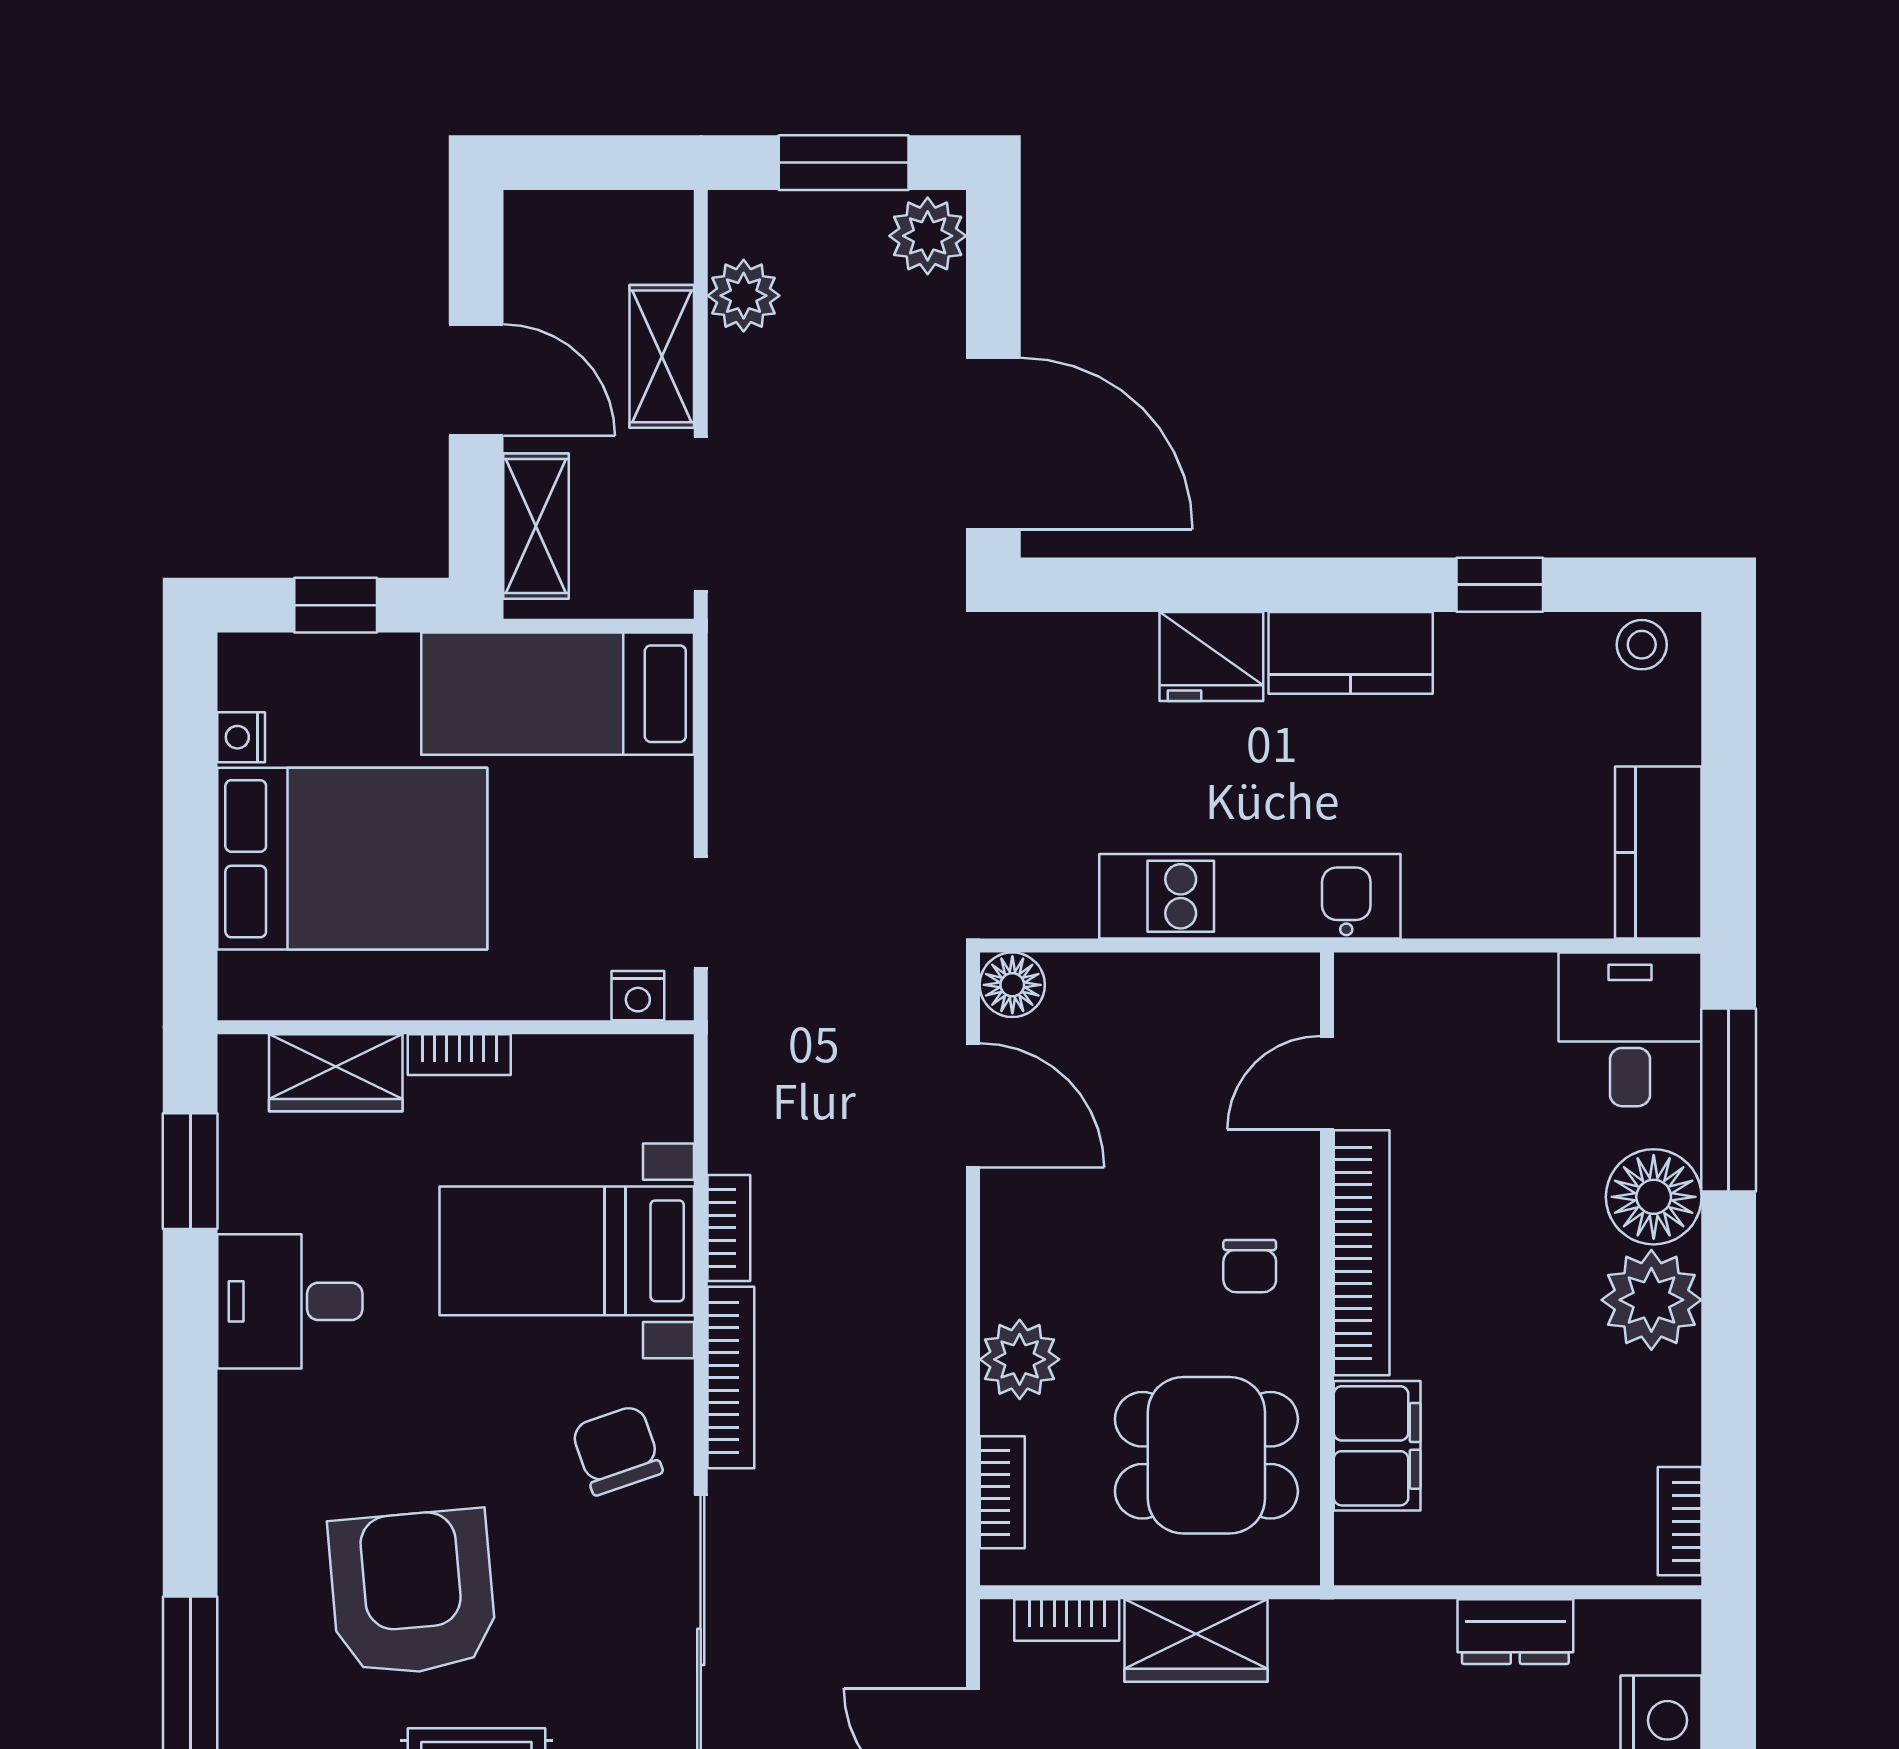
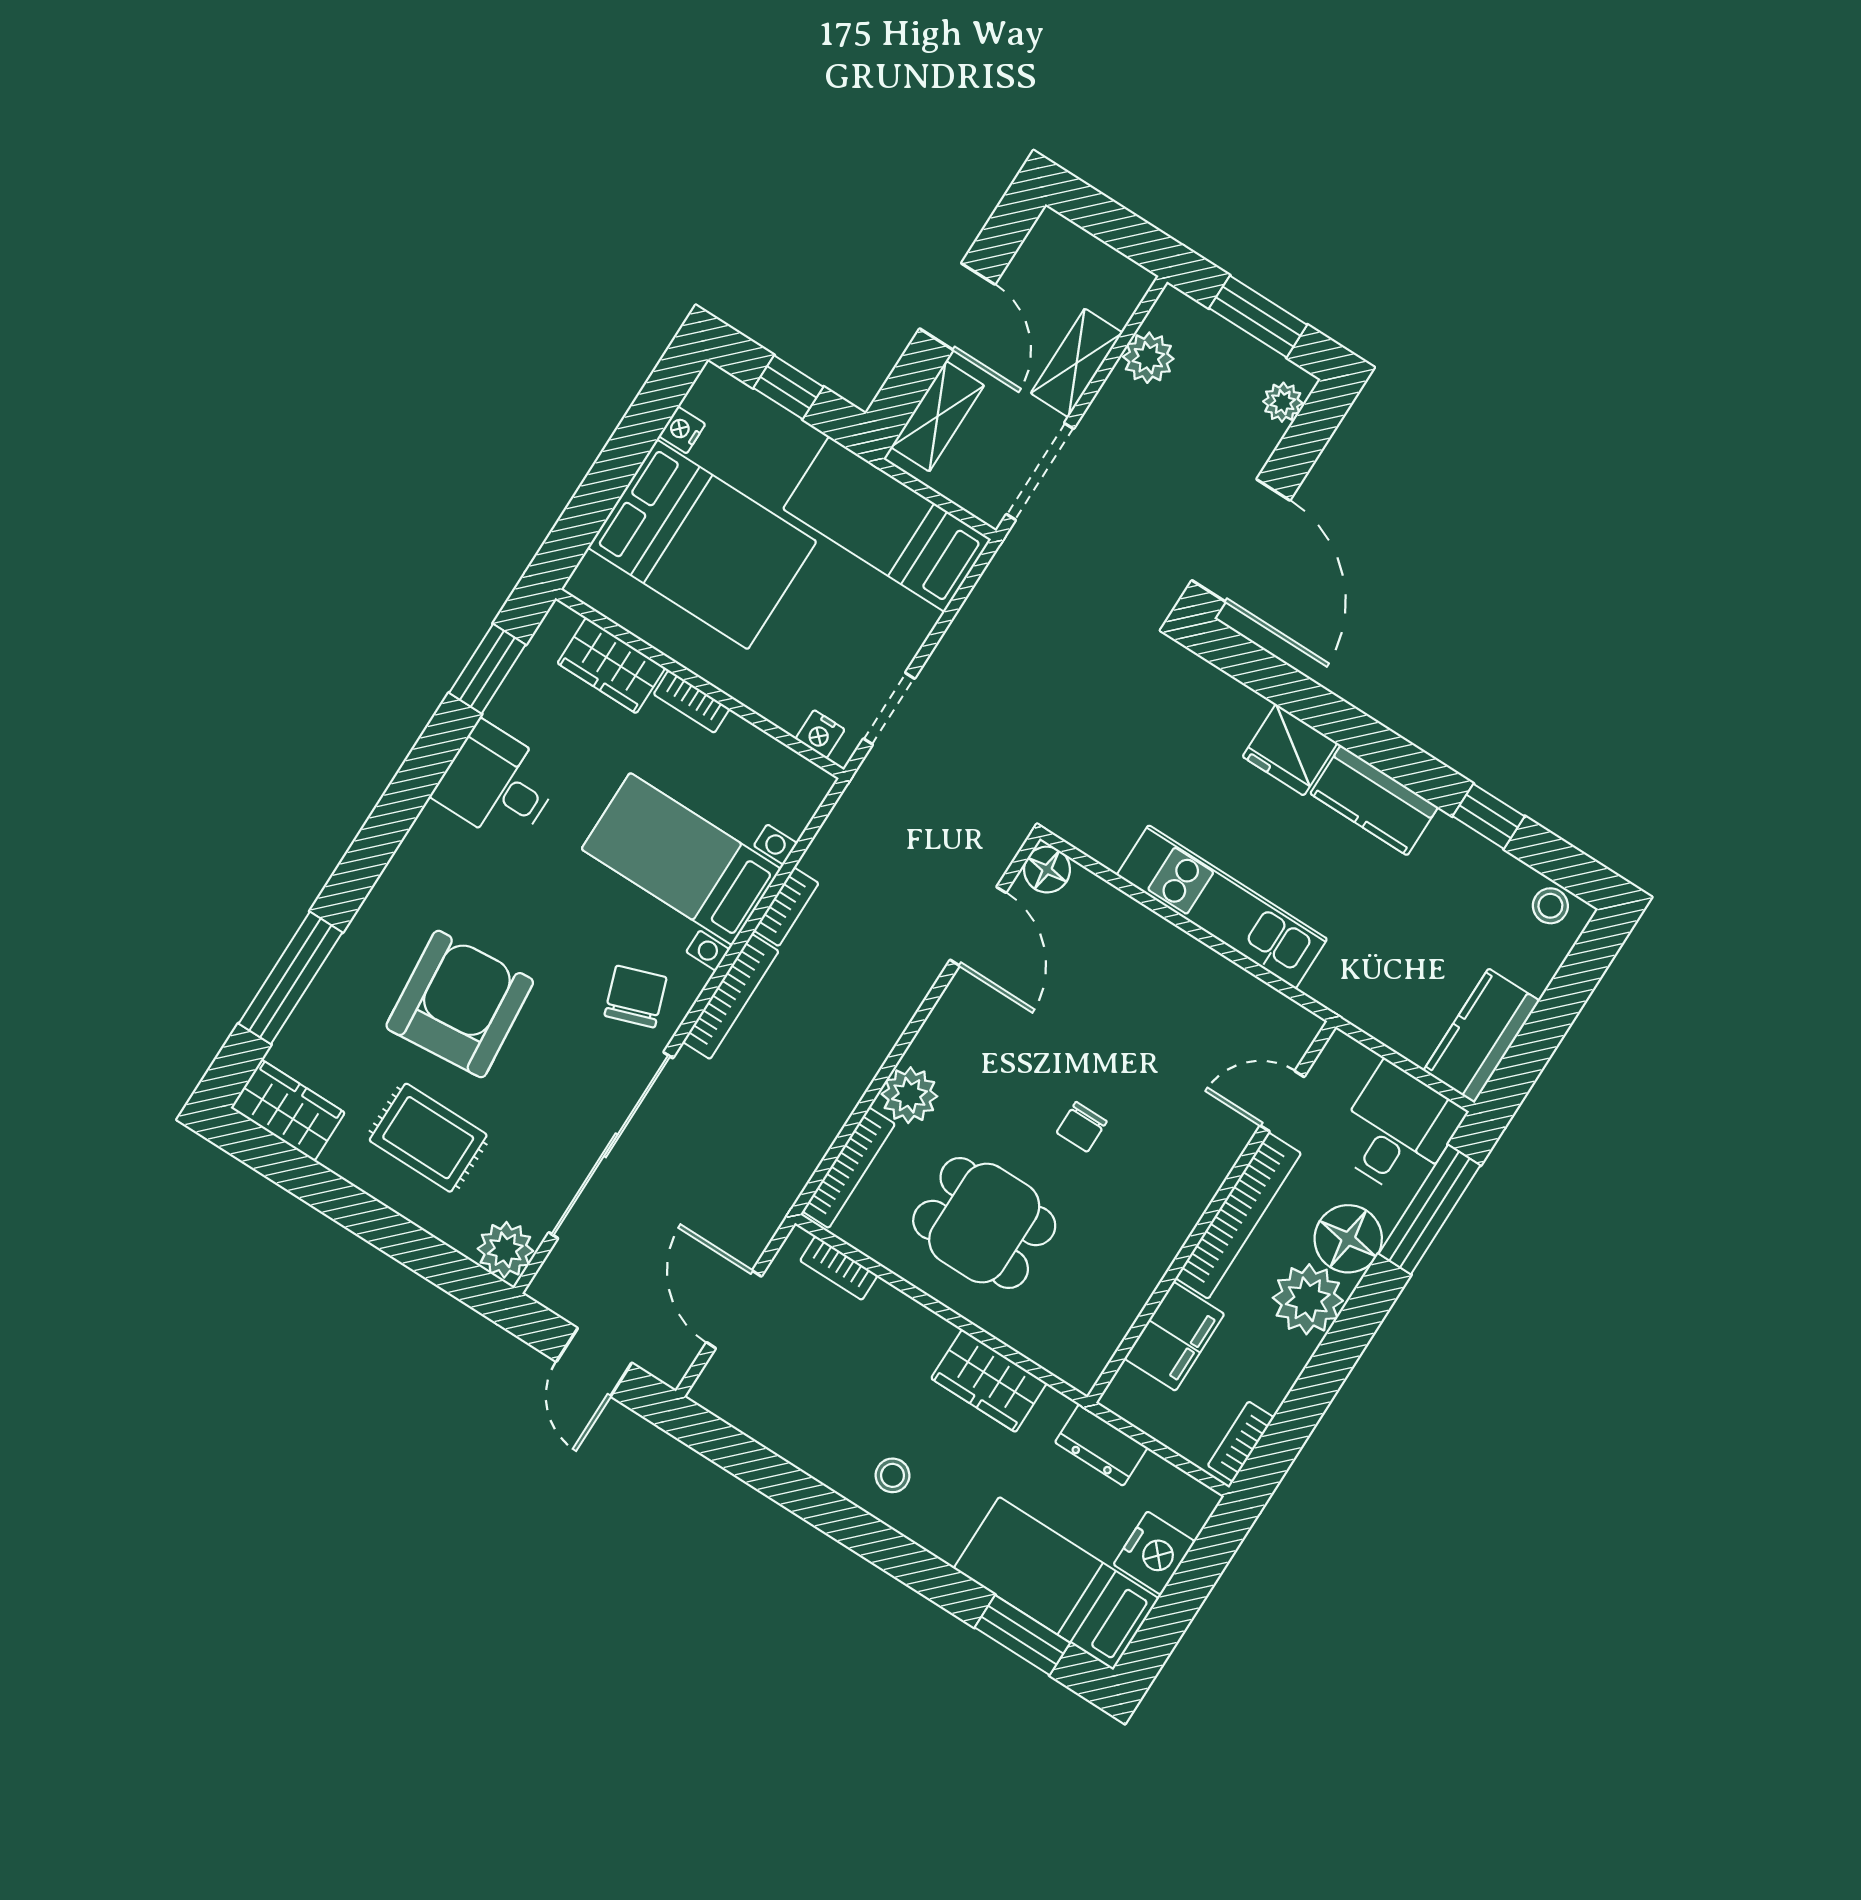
plant: (928, 236) -> (1283, 402), width x0.73, depth x0.73
door: (1327, 1083) -> (1282, 1101), moved
bookcase: (1362, 1253) -> (1238, 1216), moved
wall: (1327, 1269) -> (1212, 1212), moved
filing cabinet: (1377, 1446) -> (1174, 1336), moved
bookcase: (1002, 1492) -> (849, 1168), width x1.56
wardrobe: (1196, 1640) -> (989, 1381), moved

